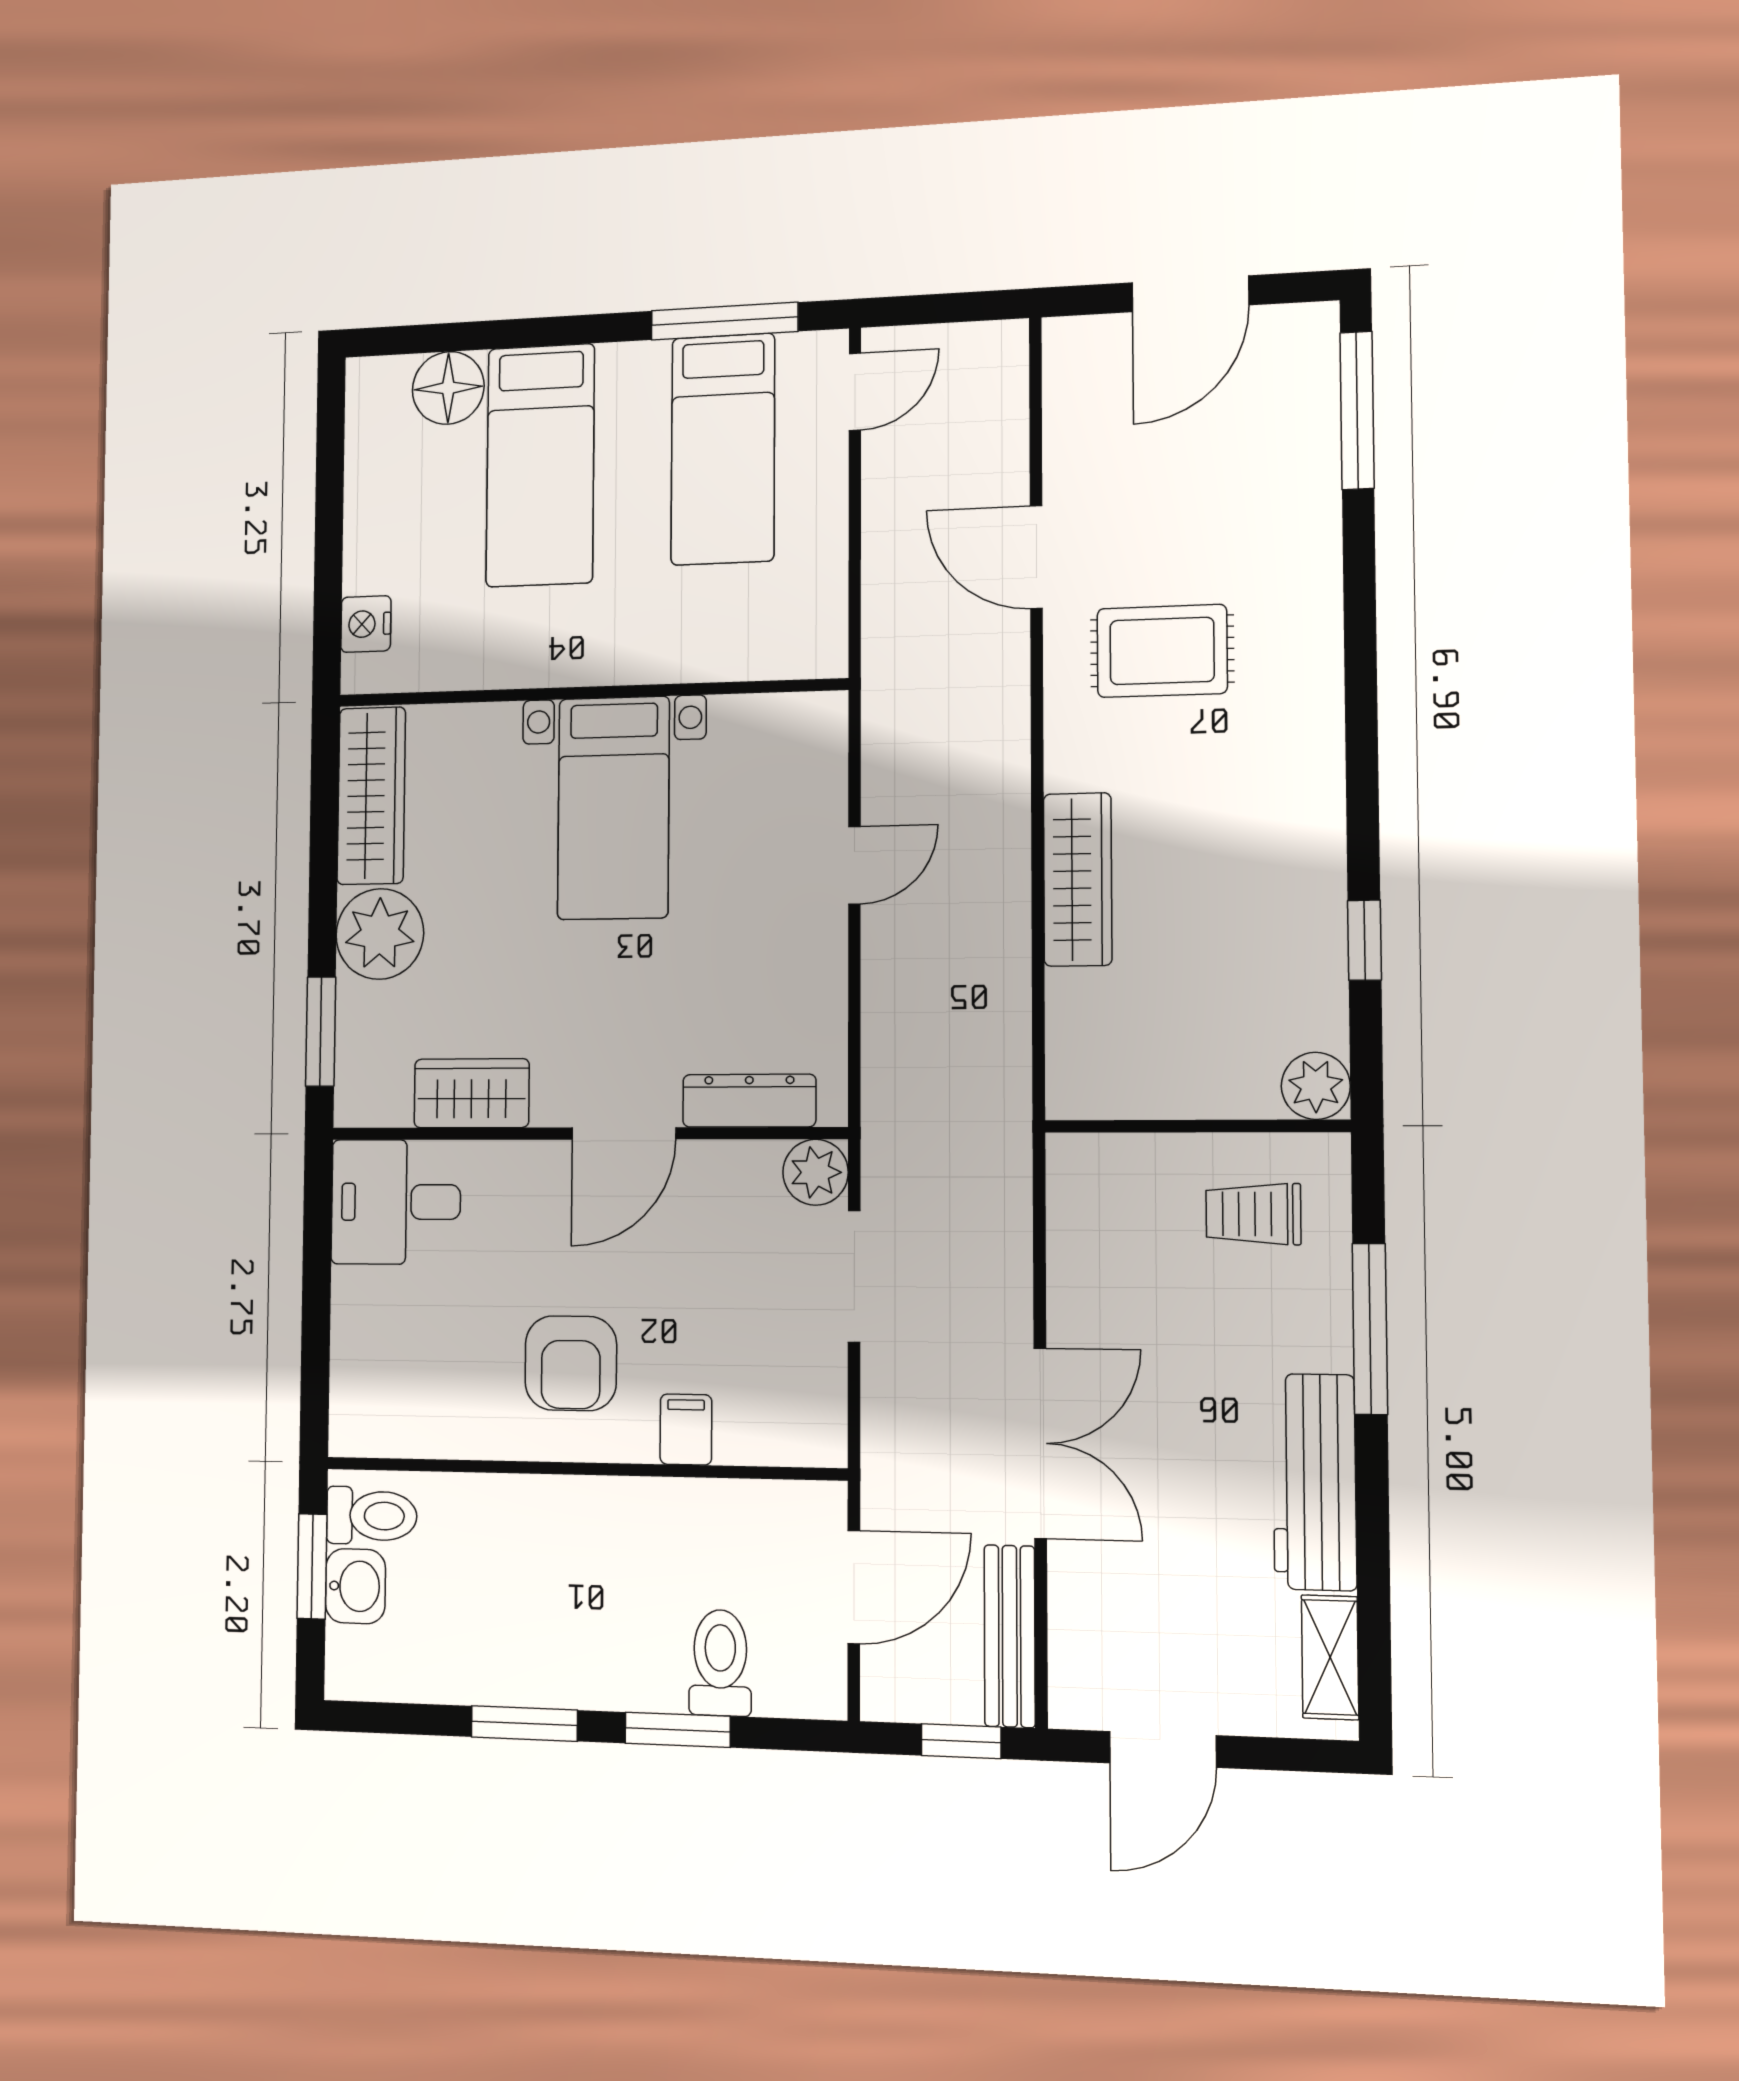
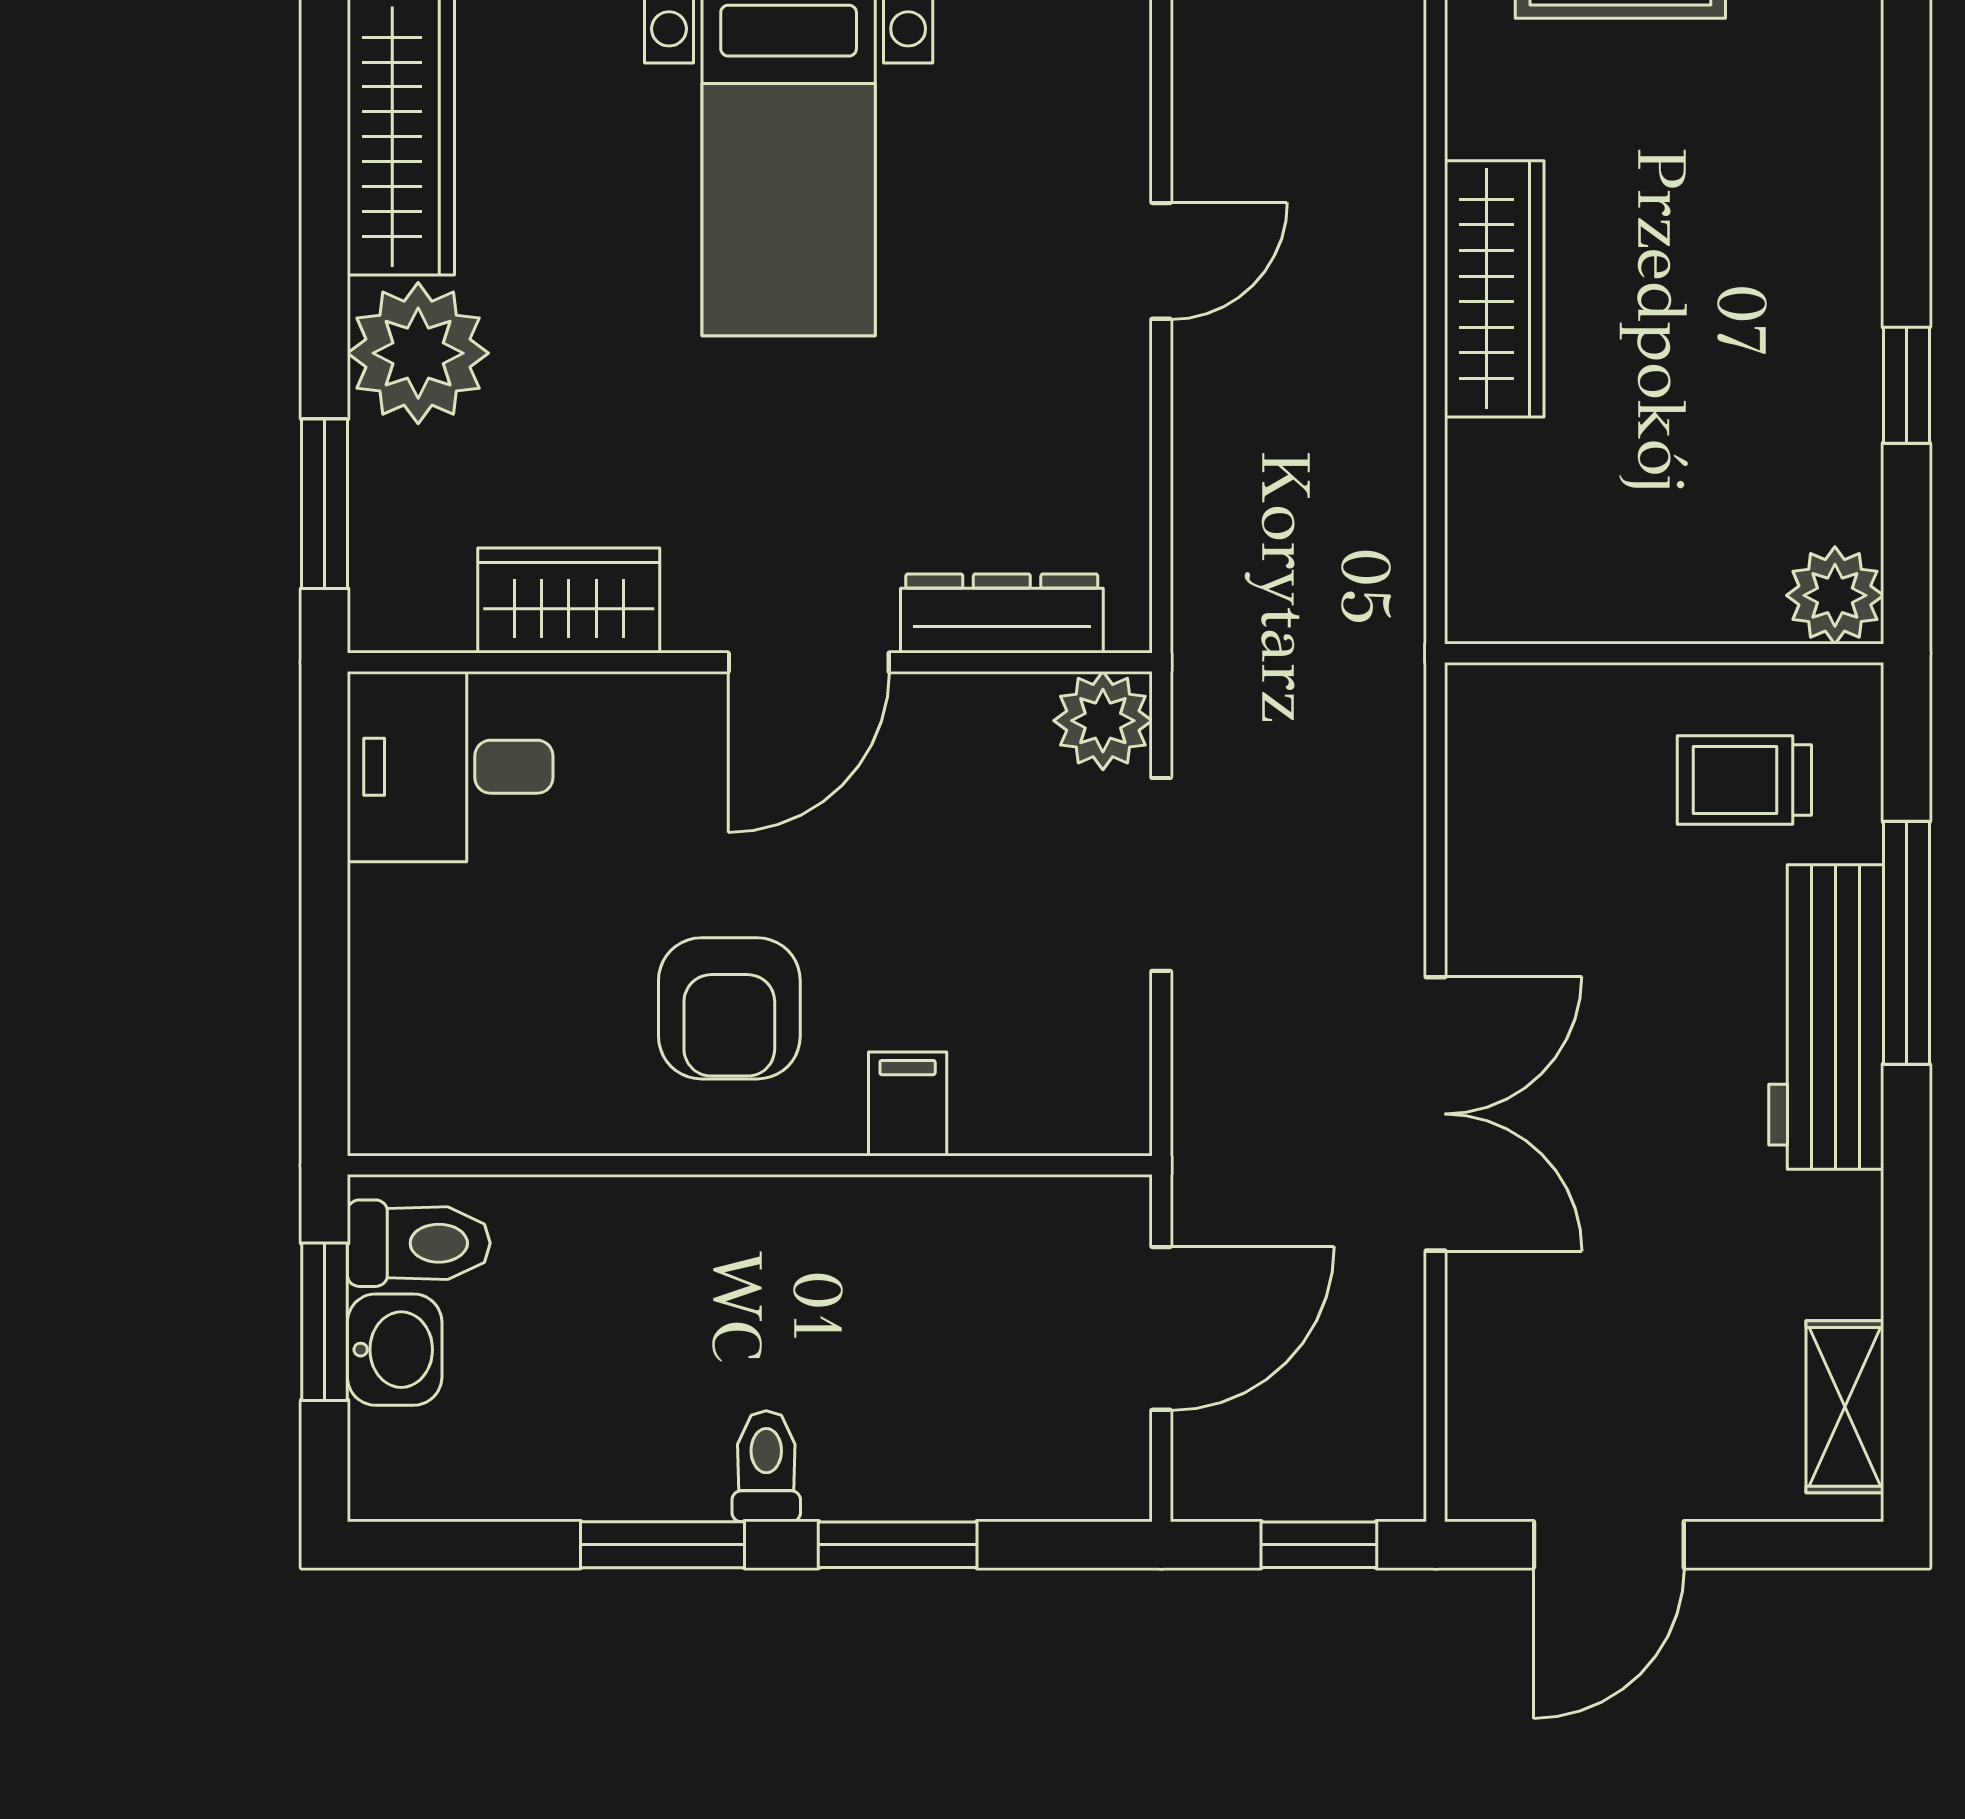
workbench: (1315, 1482) -> (1826, 1017), moved
bench: (1010, 1636) -> (1390, 1392), removed
toilet: (720, 1663) -> (766, 1466), moved, width x0.73, depth x0.72

